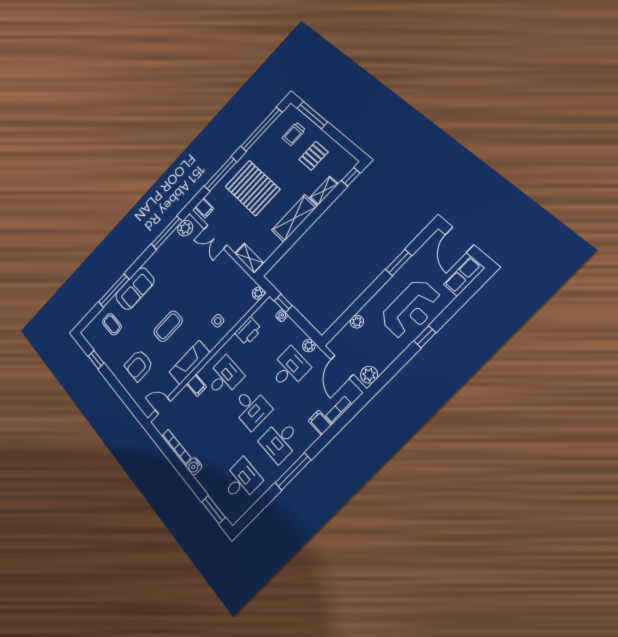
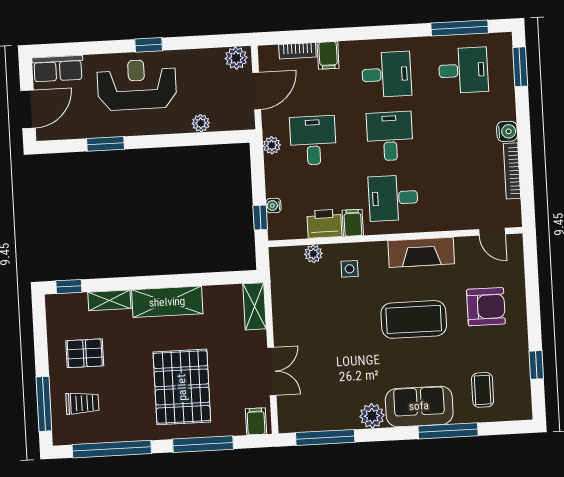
plant: (185, 228) -> (372, 416), moved
plant: (258, 293) -> (313, 254), moved
coffee table: (168, 326) -> (414, 319), width x1.36, depth x1.32
desk: (289, 369) -> (313, 140), turned 90
filing cabinet: (197, 385) -> (353, 223), moved
window: (293, 471) -> (460, 28), moved
desk: (242, 480) -> (463, 70), turned 180

